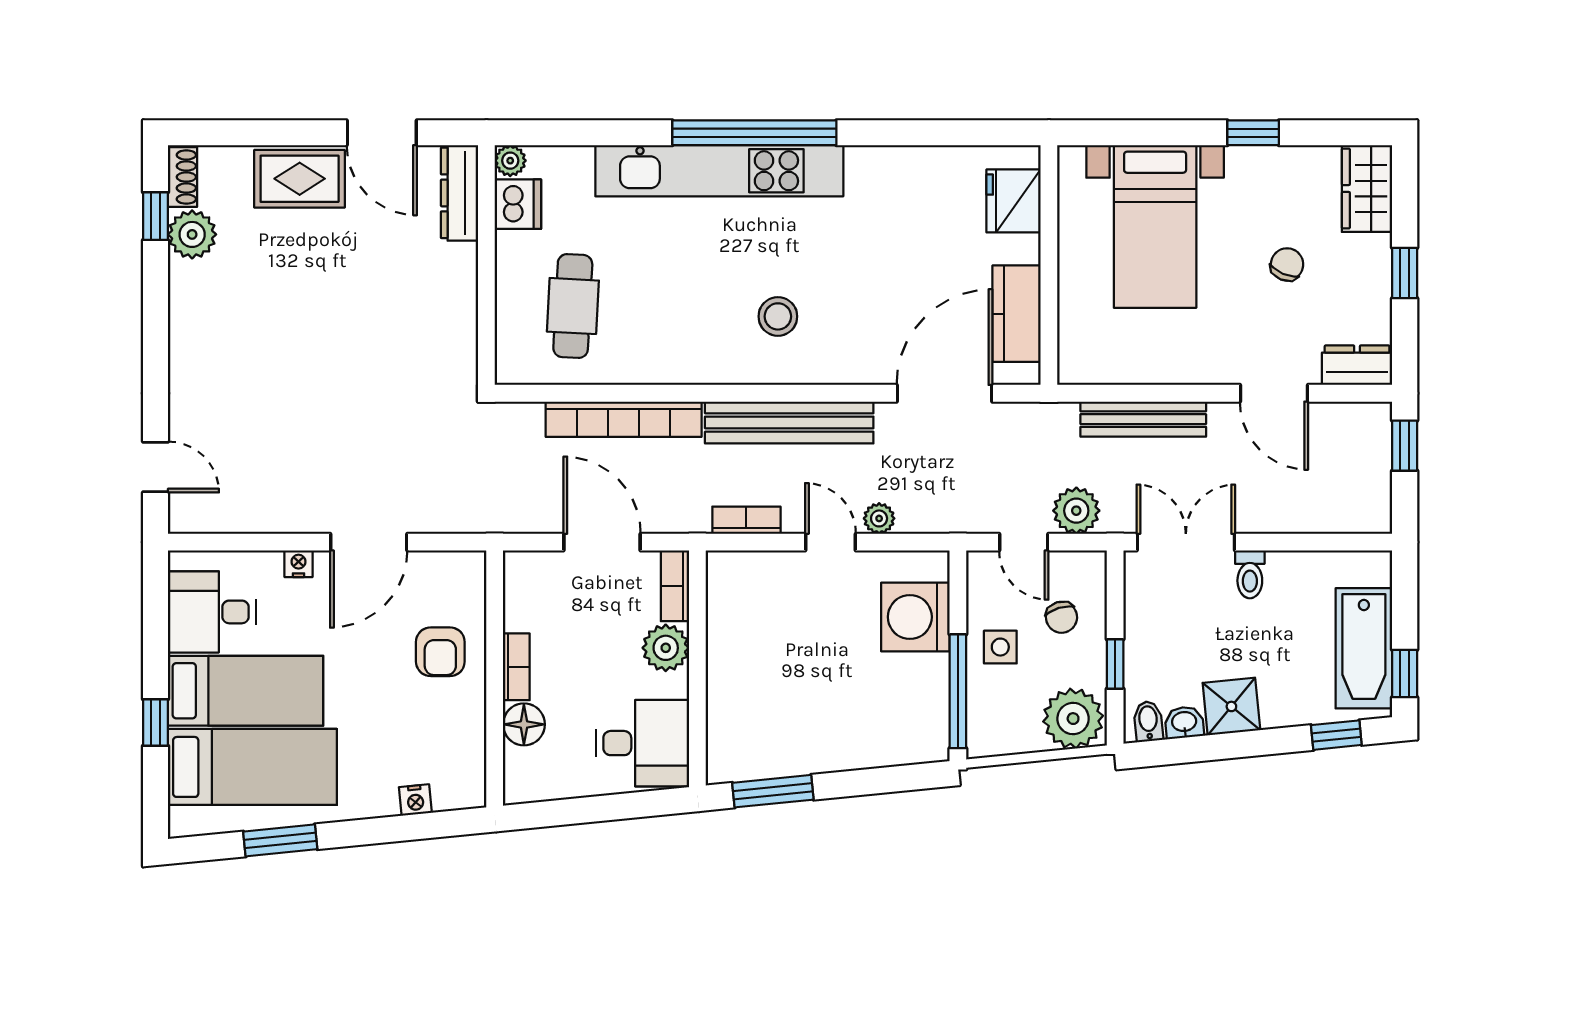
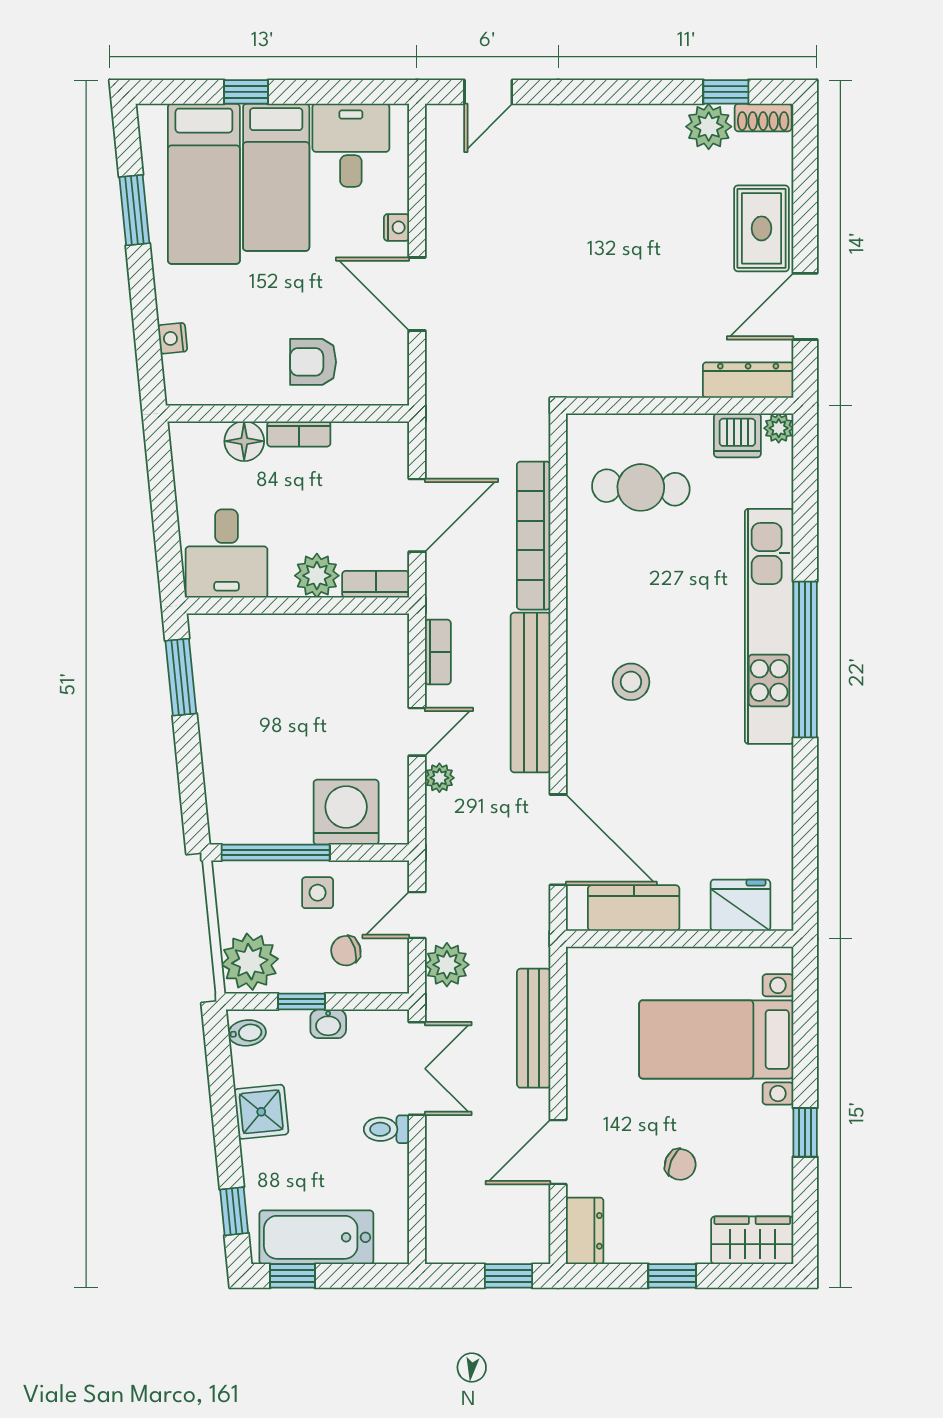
washbasin: (1184, 722) -> (328, 1024), moved, turned 96

